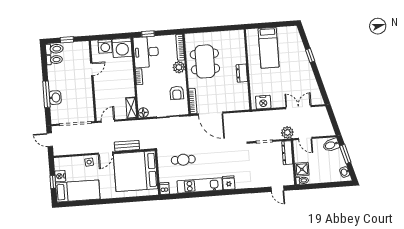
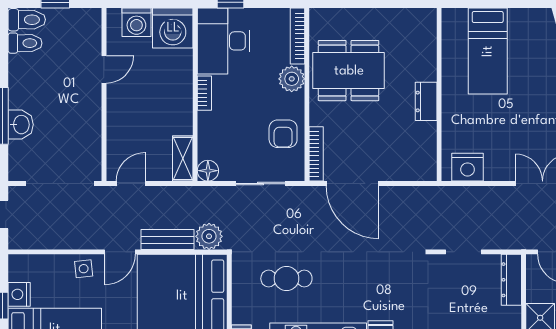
dining table: (205, 61) -> (349, 71), turned 90
plant: (287, 132) -> (209, 236), moved

